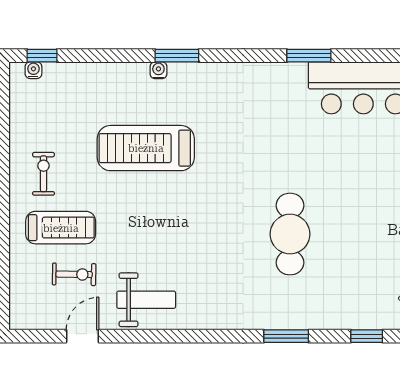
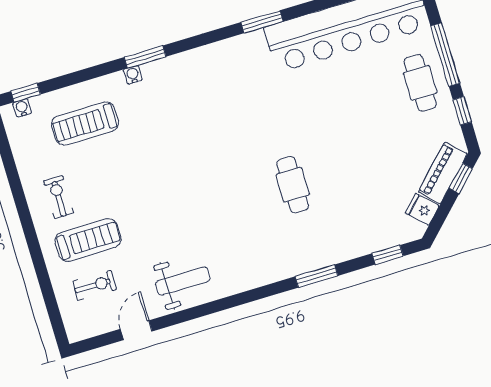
treadmill: (146, 148) -> (85, 124), moved, width x0.73, depth x0.73
cafe table: (290, 234) -> (293, 185), width x0.73, depth x0.74
exercise bike: (74, 274) -> (94, 285), moved

